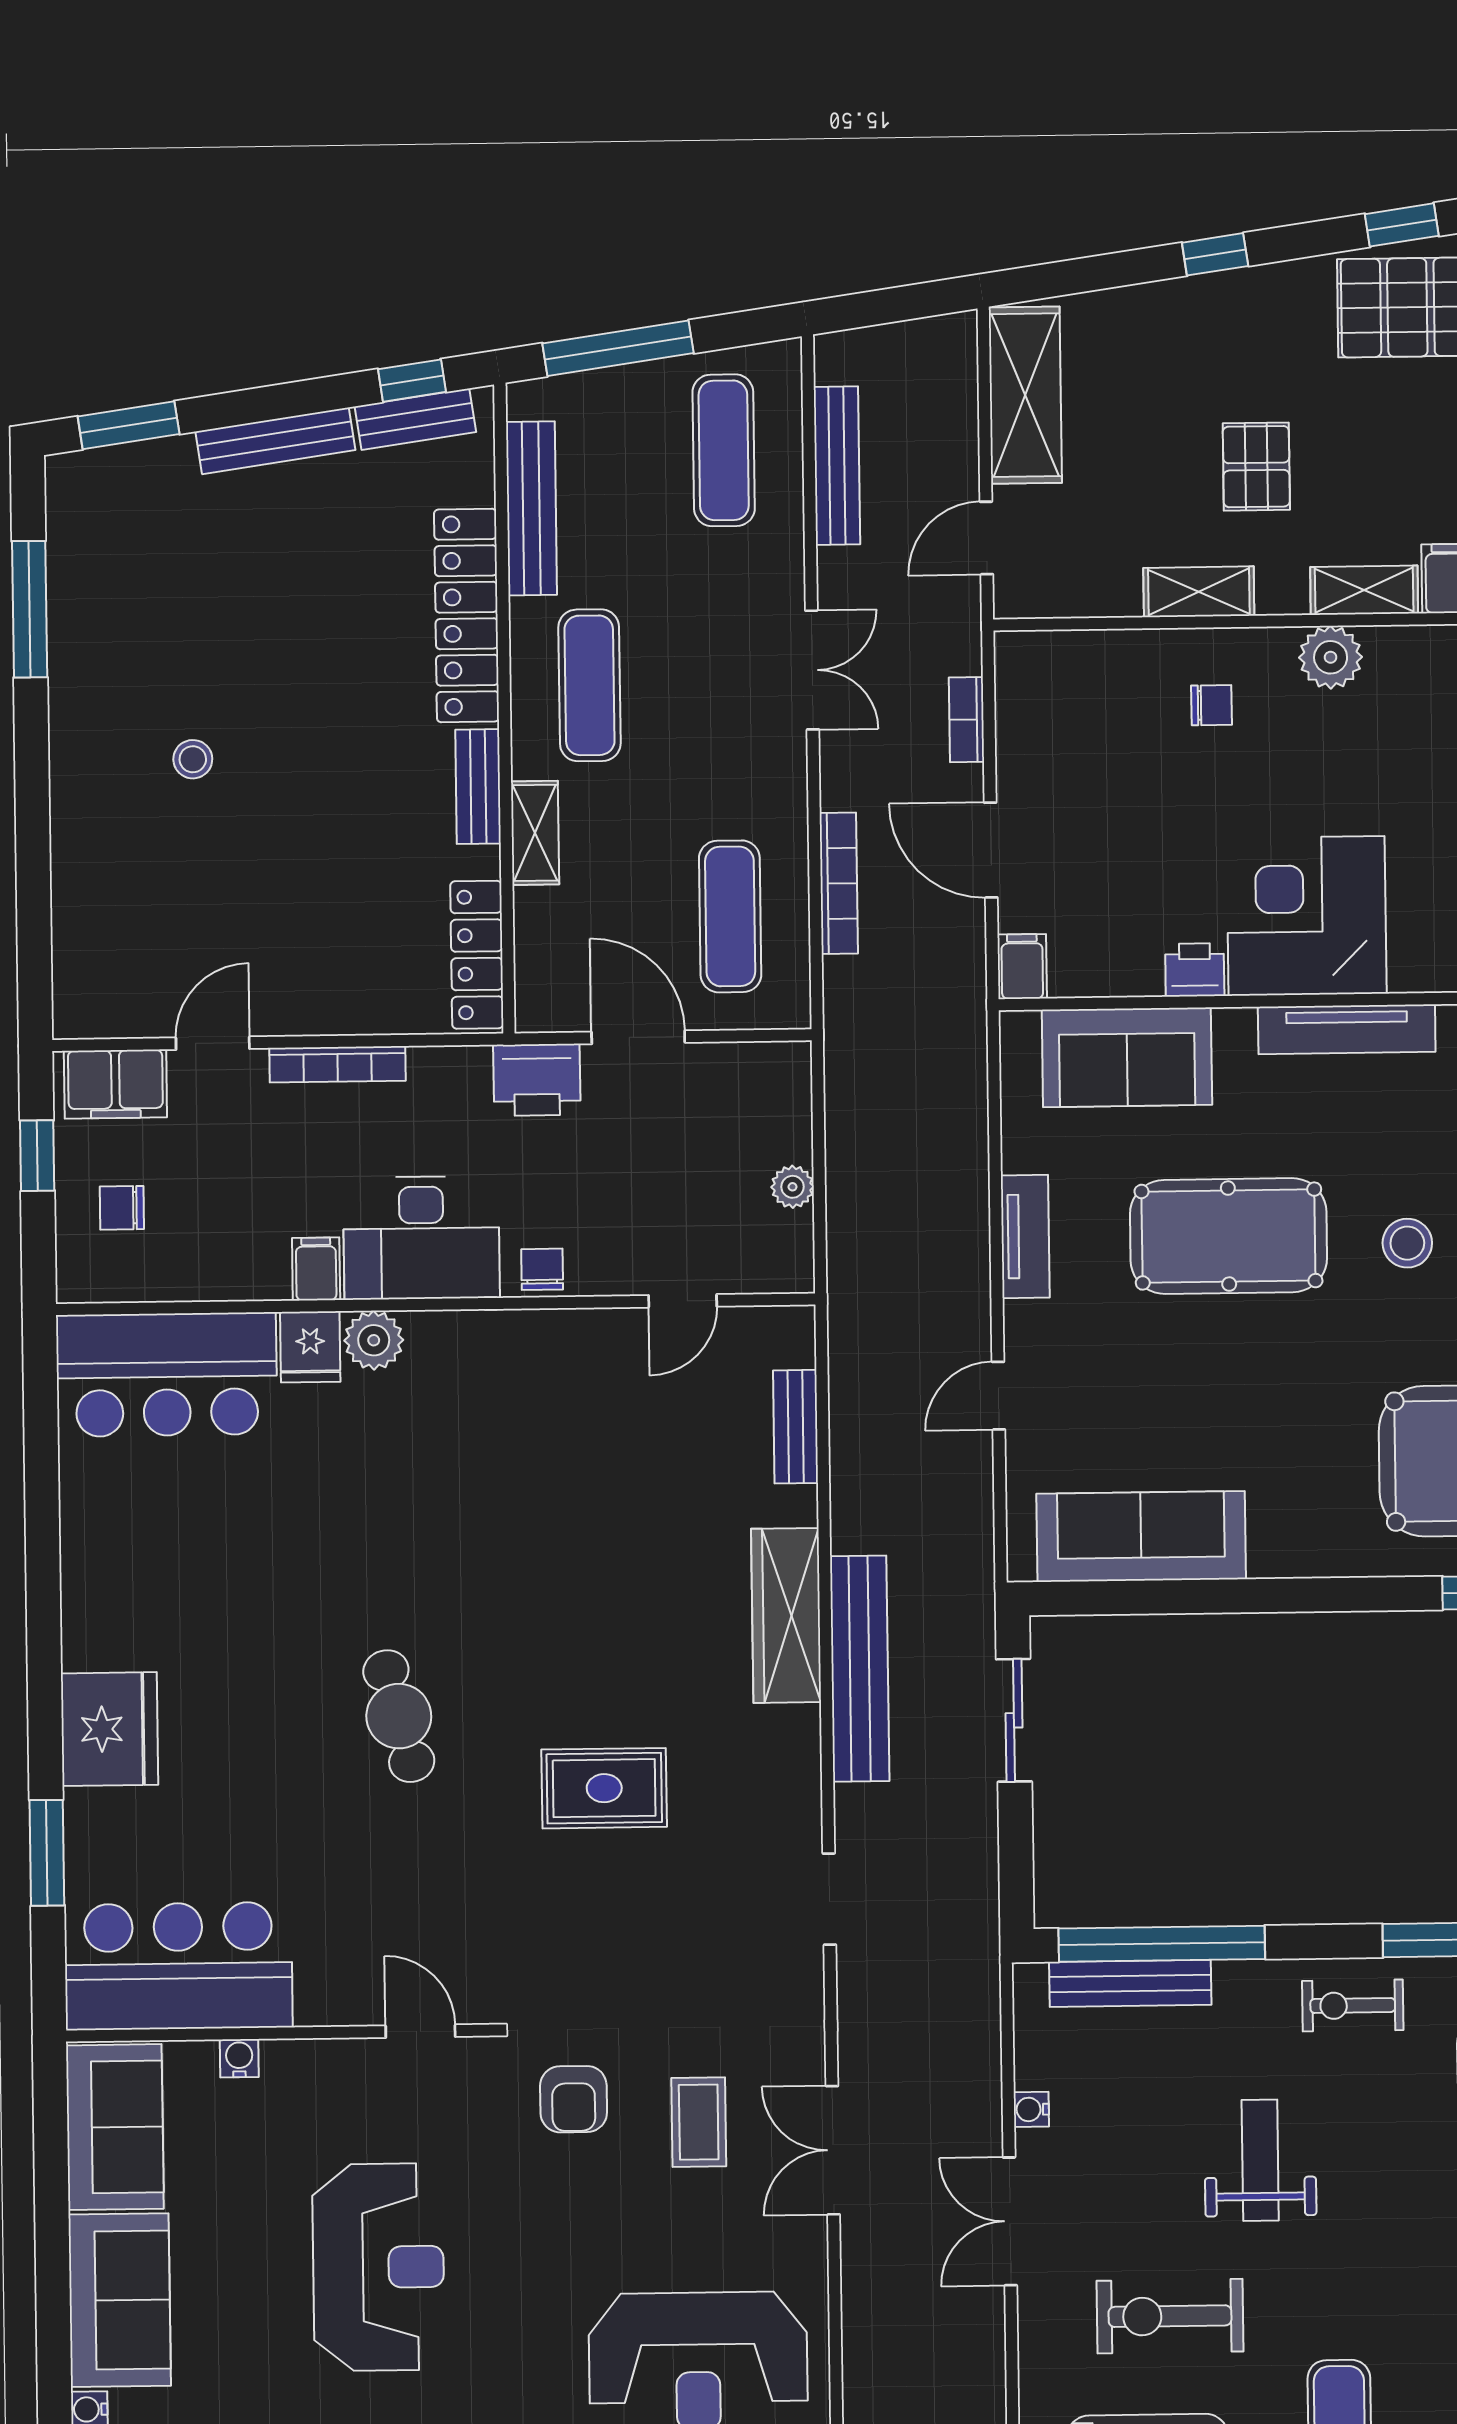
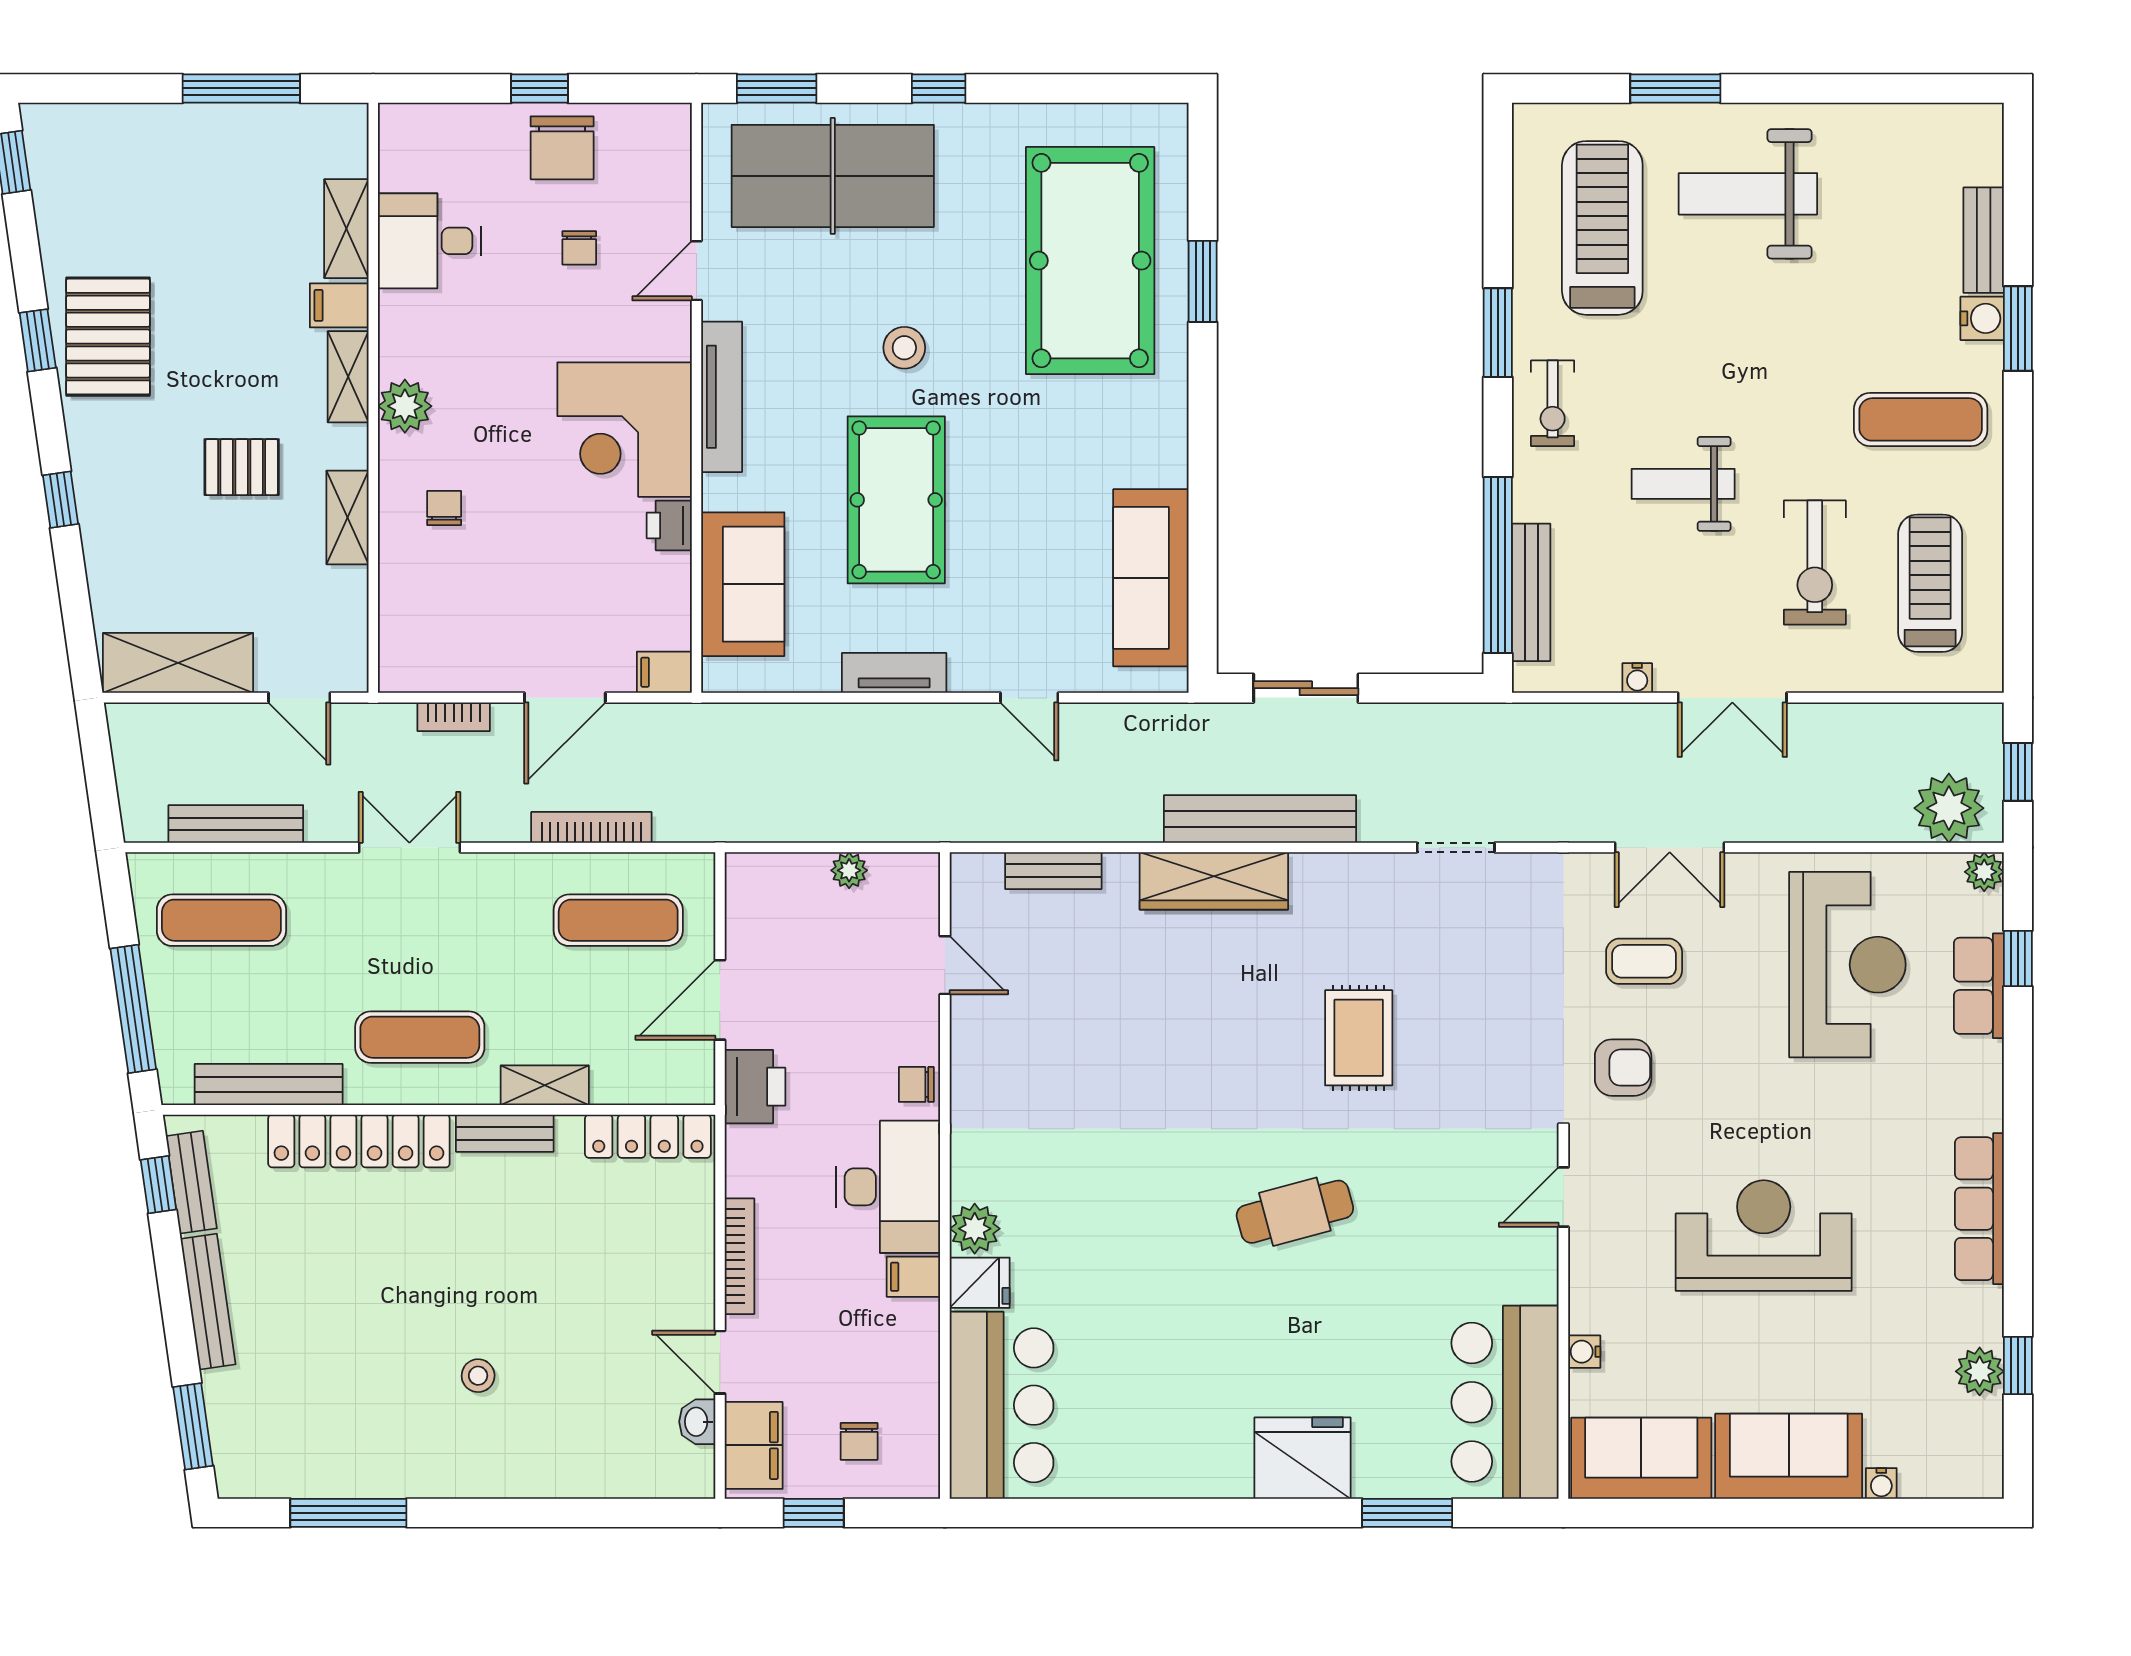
washbasin: (142, 1017) -> (697, 1422), added

